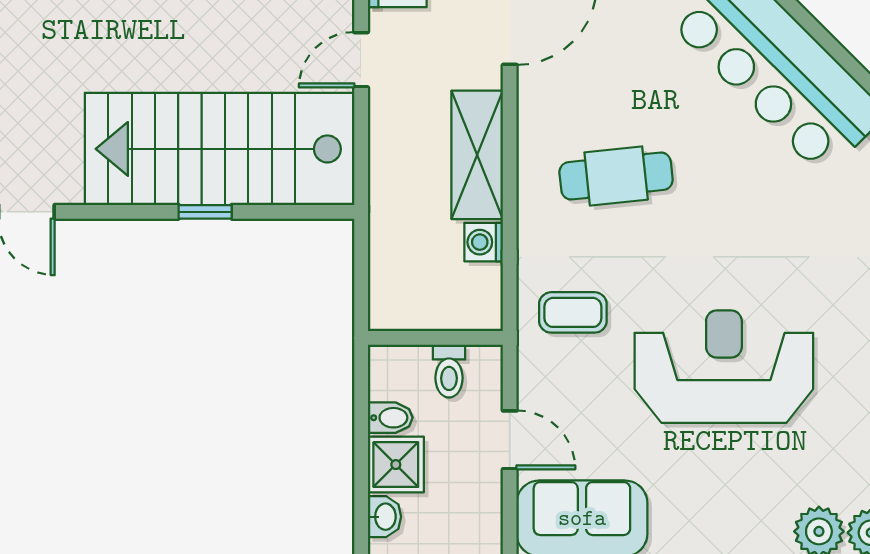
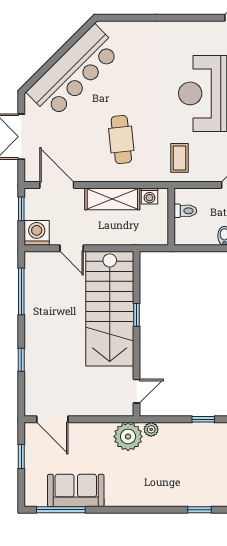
wall: (435, 338) -> (171, 217), moved
toilet: (449, 371) -> (185, 211), moved

